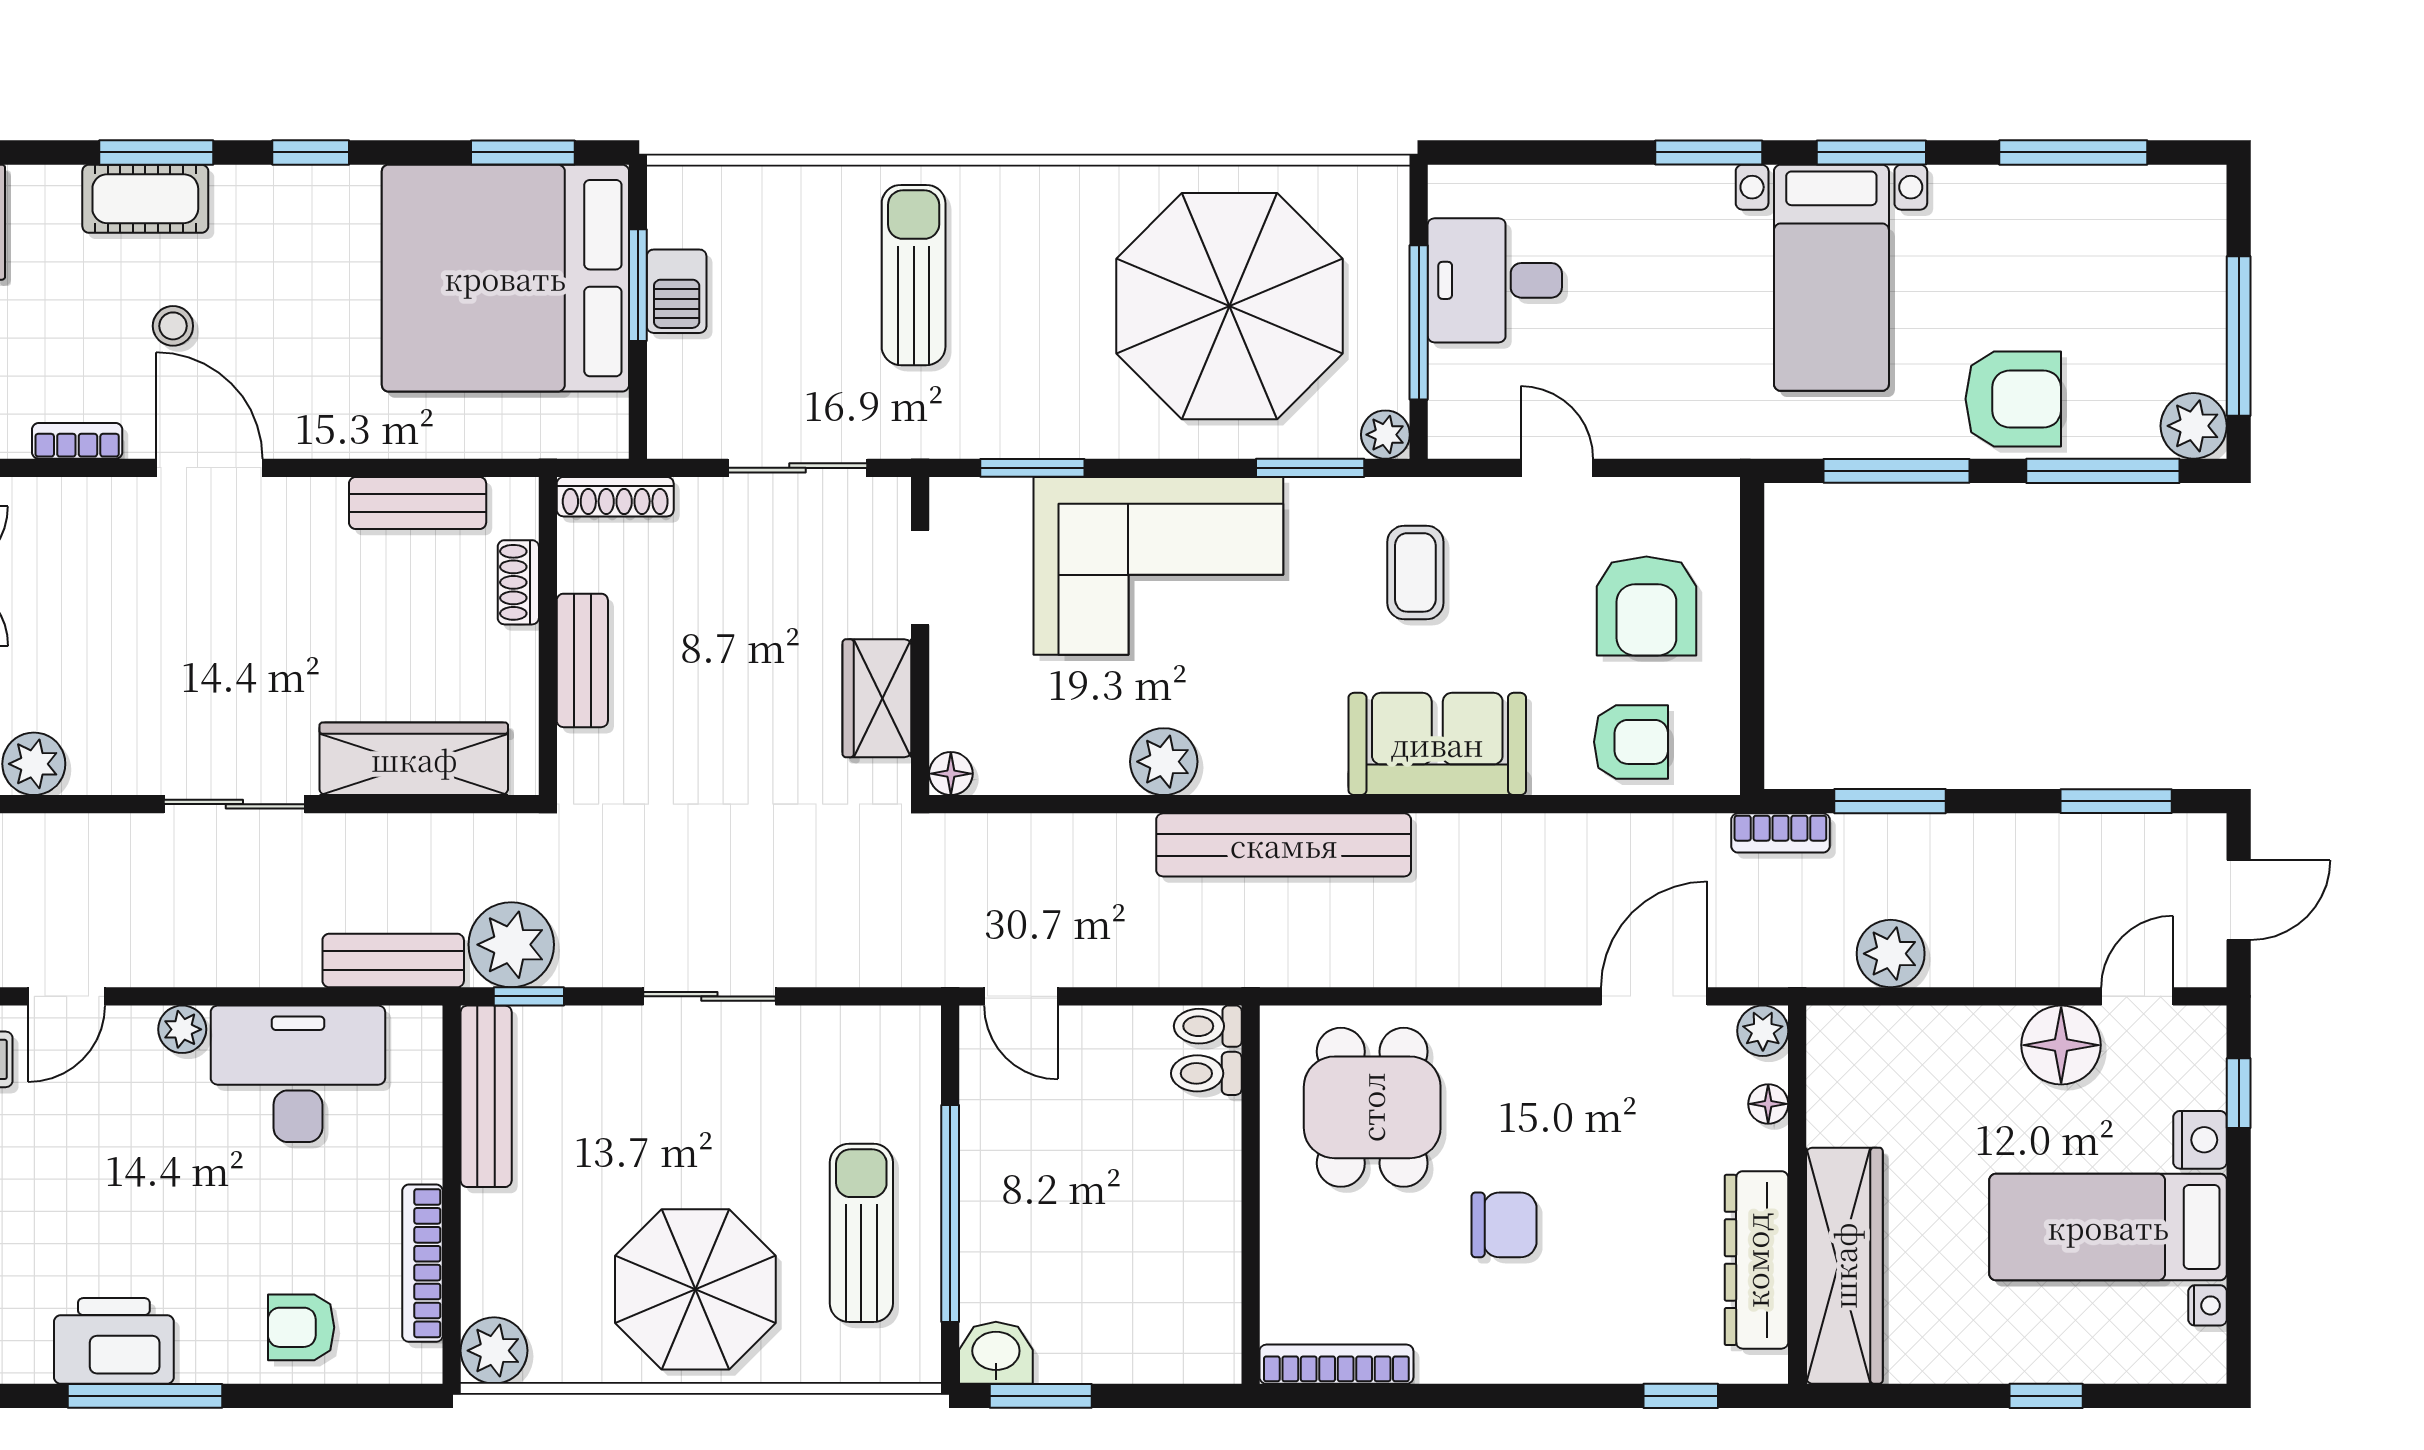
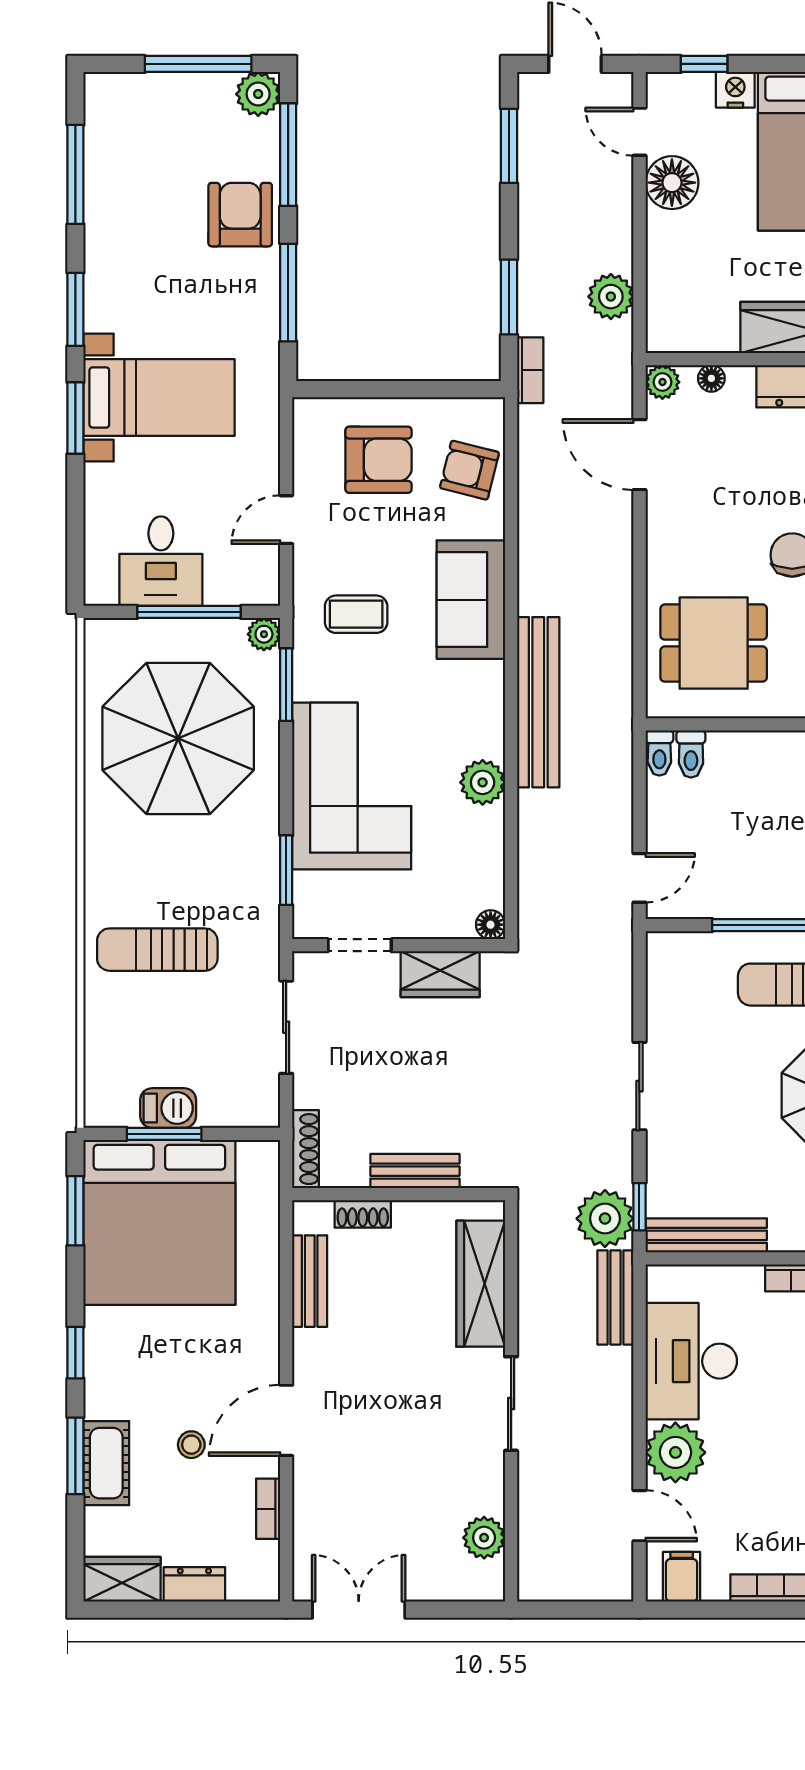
bed with nightstands: (1831, 278) -> (159, 397), moved
armchair: (1631, 742) -> (469, 470), turned -76
plant: (182, 1029) -> (675, 1452), width x1.88, depth x1.88

